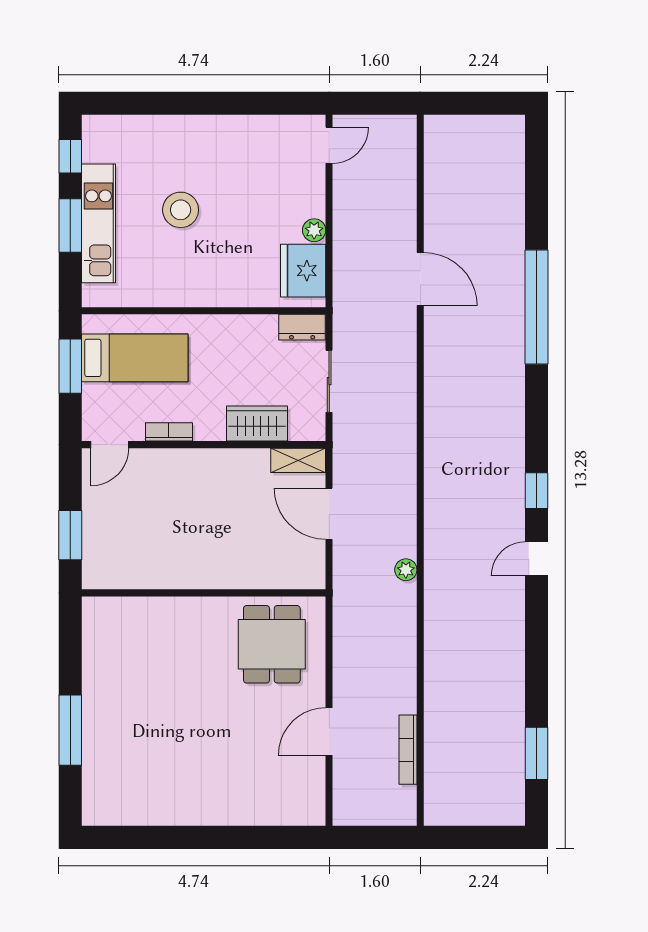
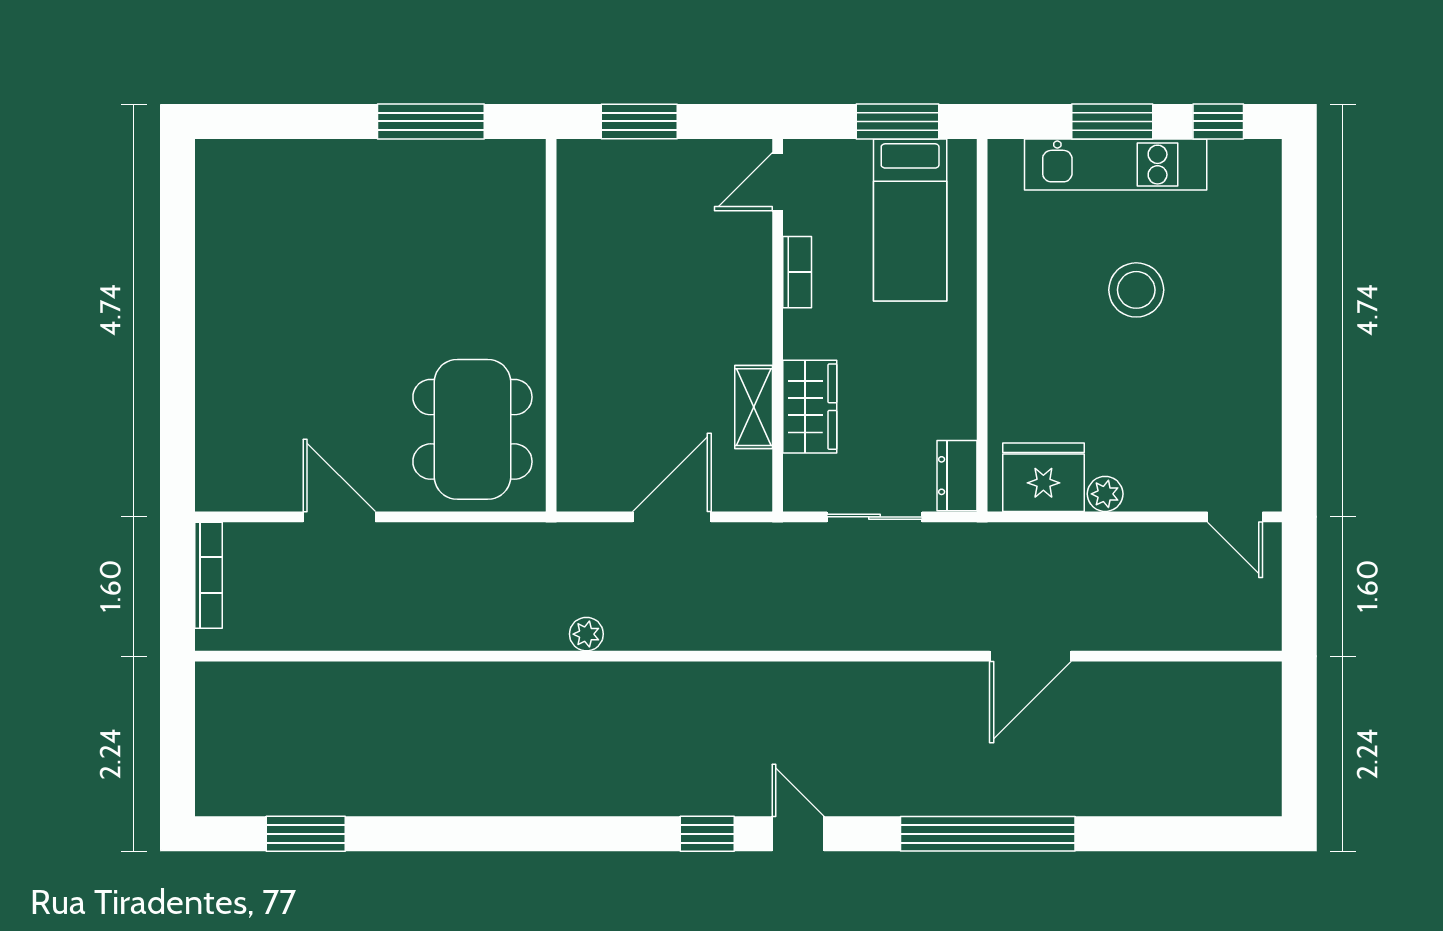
door: (110, 445) -> (778, 182), hinge flipped
shelving: (298, 460) -> (754, 407), moved
door: (537, 559) -> (798, 834), moved
dining table: (272, 644) -> (472, 429), width x1.38
window: (70, 730) -> (431, 121), moved
bookcase: (408, 750) -> (209, 575), moved, turned 90

